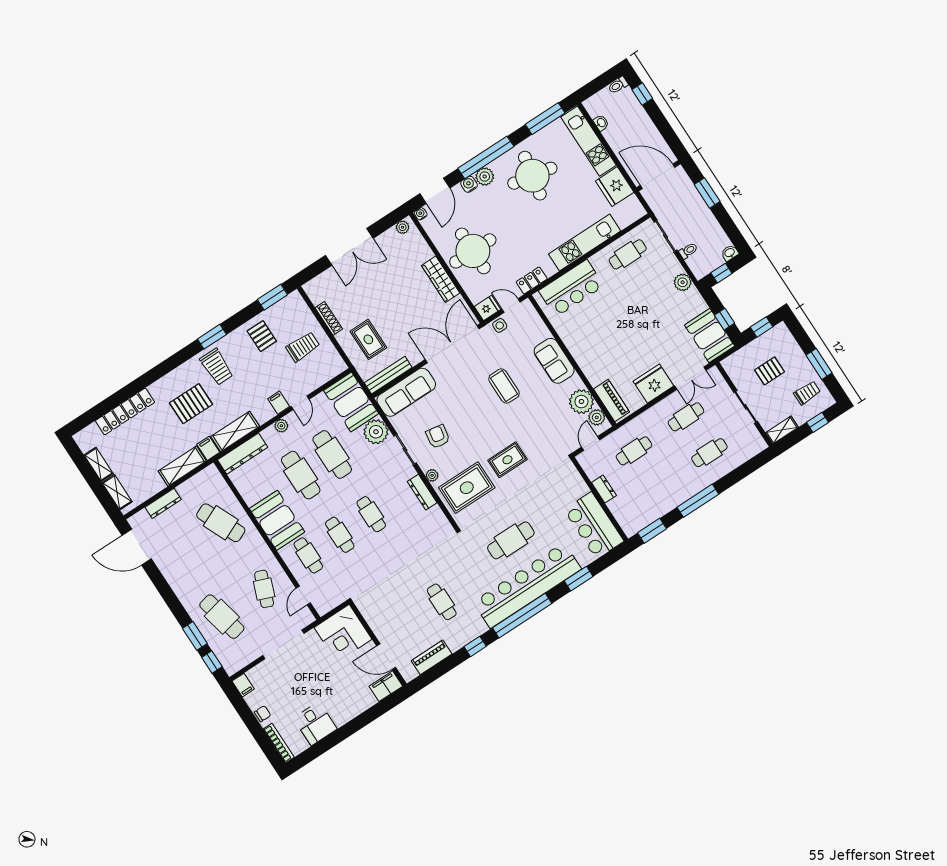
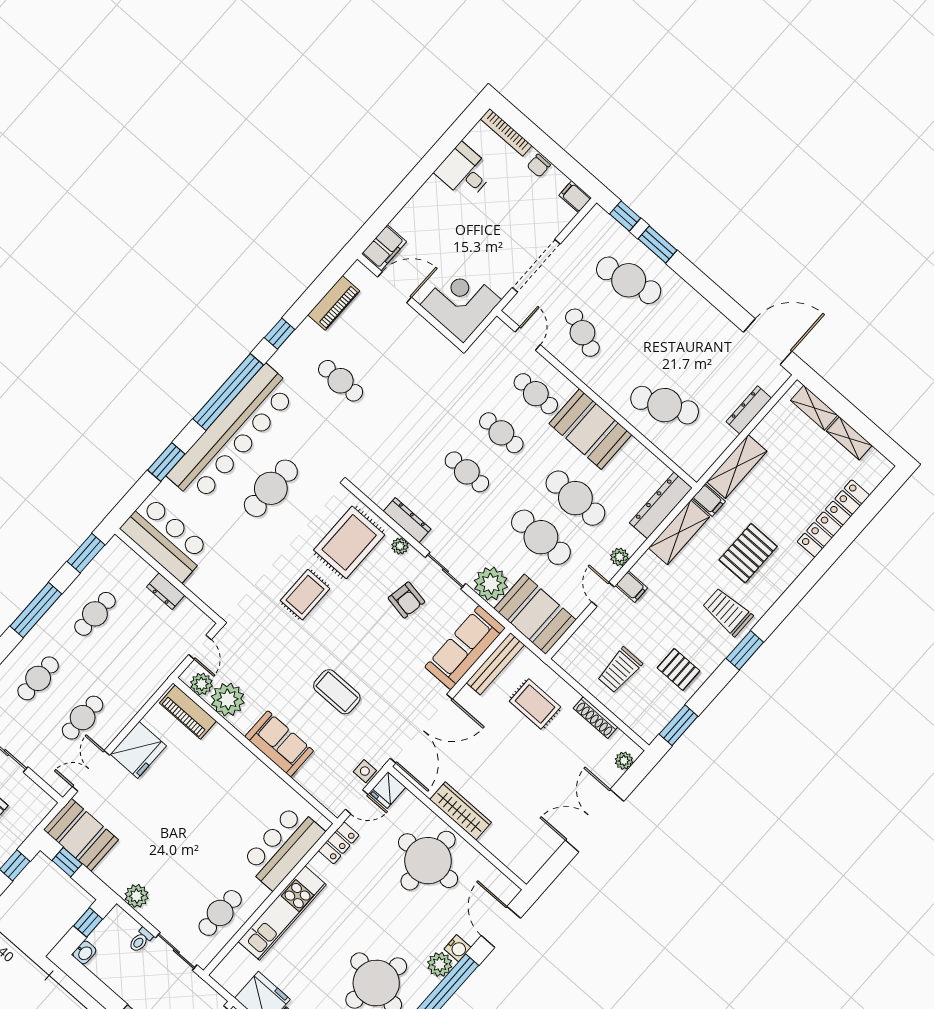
water cooler: (421, 214) -> (511, 891), removed
plant: (403, 227) -> (624, 761), moved
cafe table: (634, 451) -> (95, 614), moved

